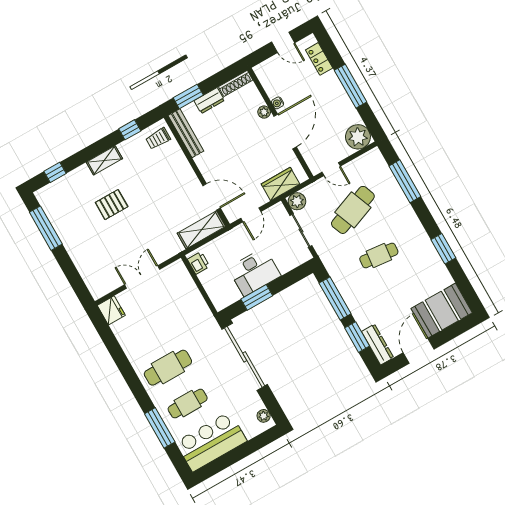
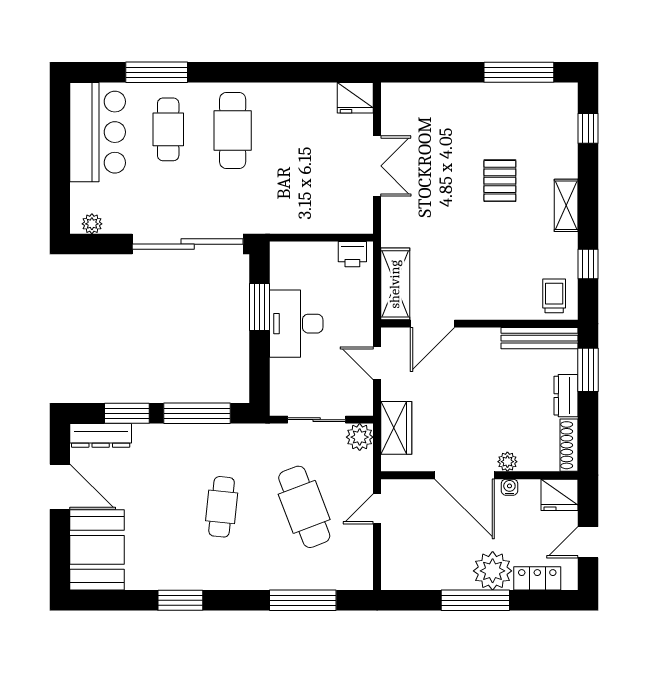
fridge: (266, 73) -> (560, 495), added
plant: (358, 137) -> (493, 571), moved

